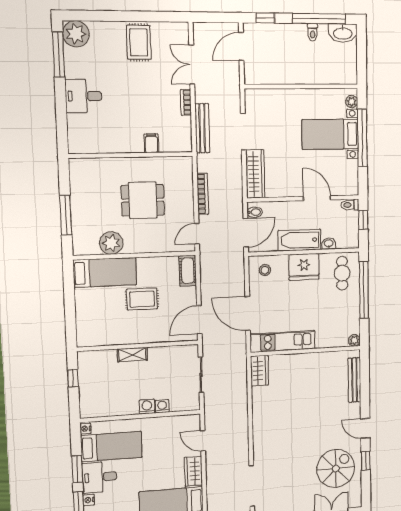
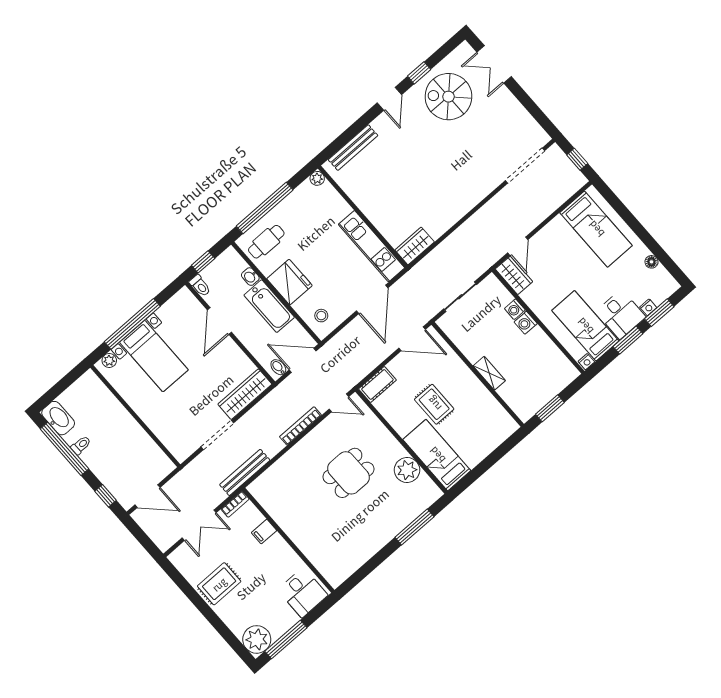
filing cabinet: (151, 143) -> (264, 532), moved
wall: (131, 155) -> (288, 540), moved
dining table: (143, 200) -> (348, 473), turned 90
window: (73, 378) -> (550, 408), width x1.50
wardrobe: (193, 471) -> (514, 275), moved, turned -90

